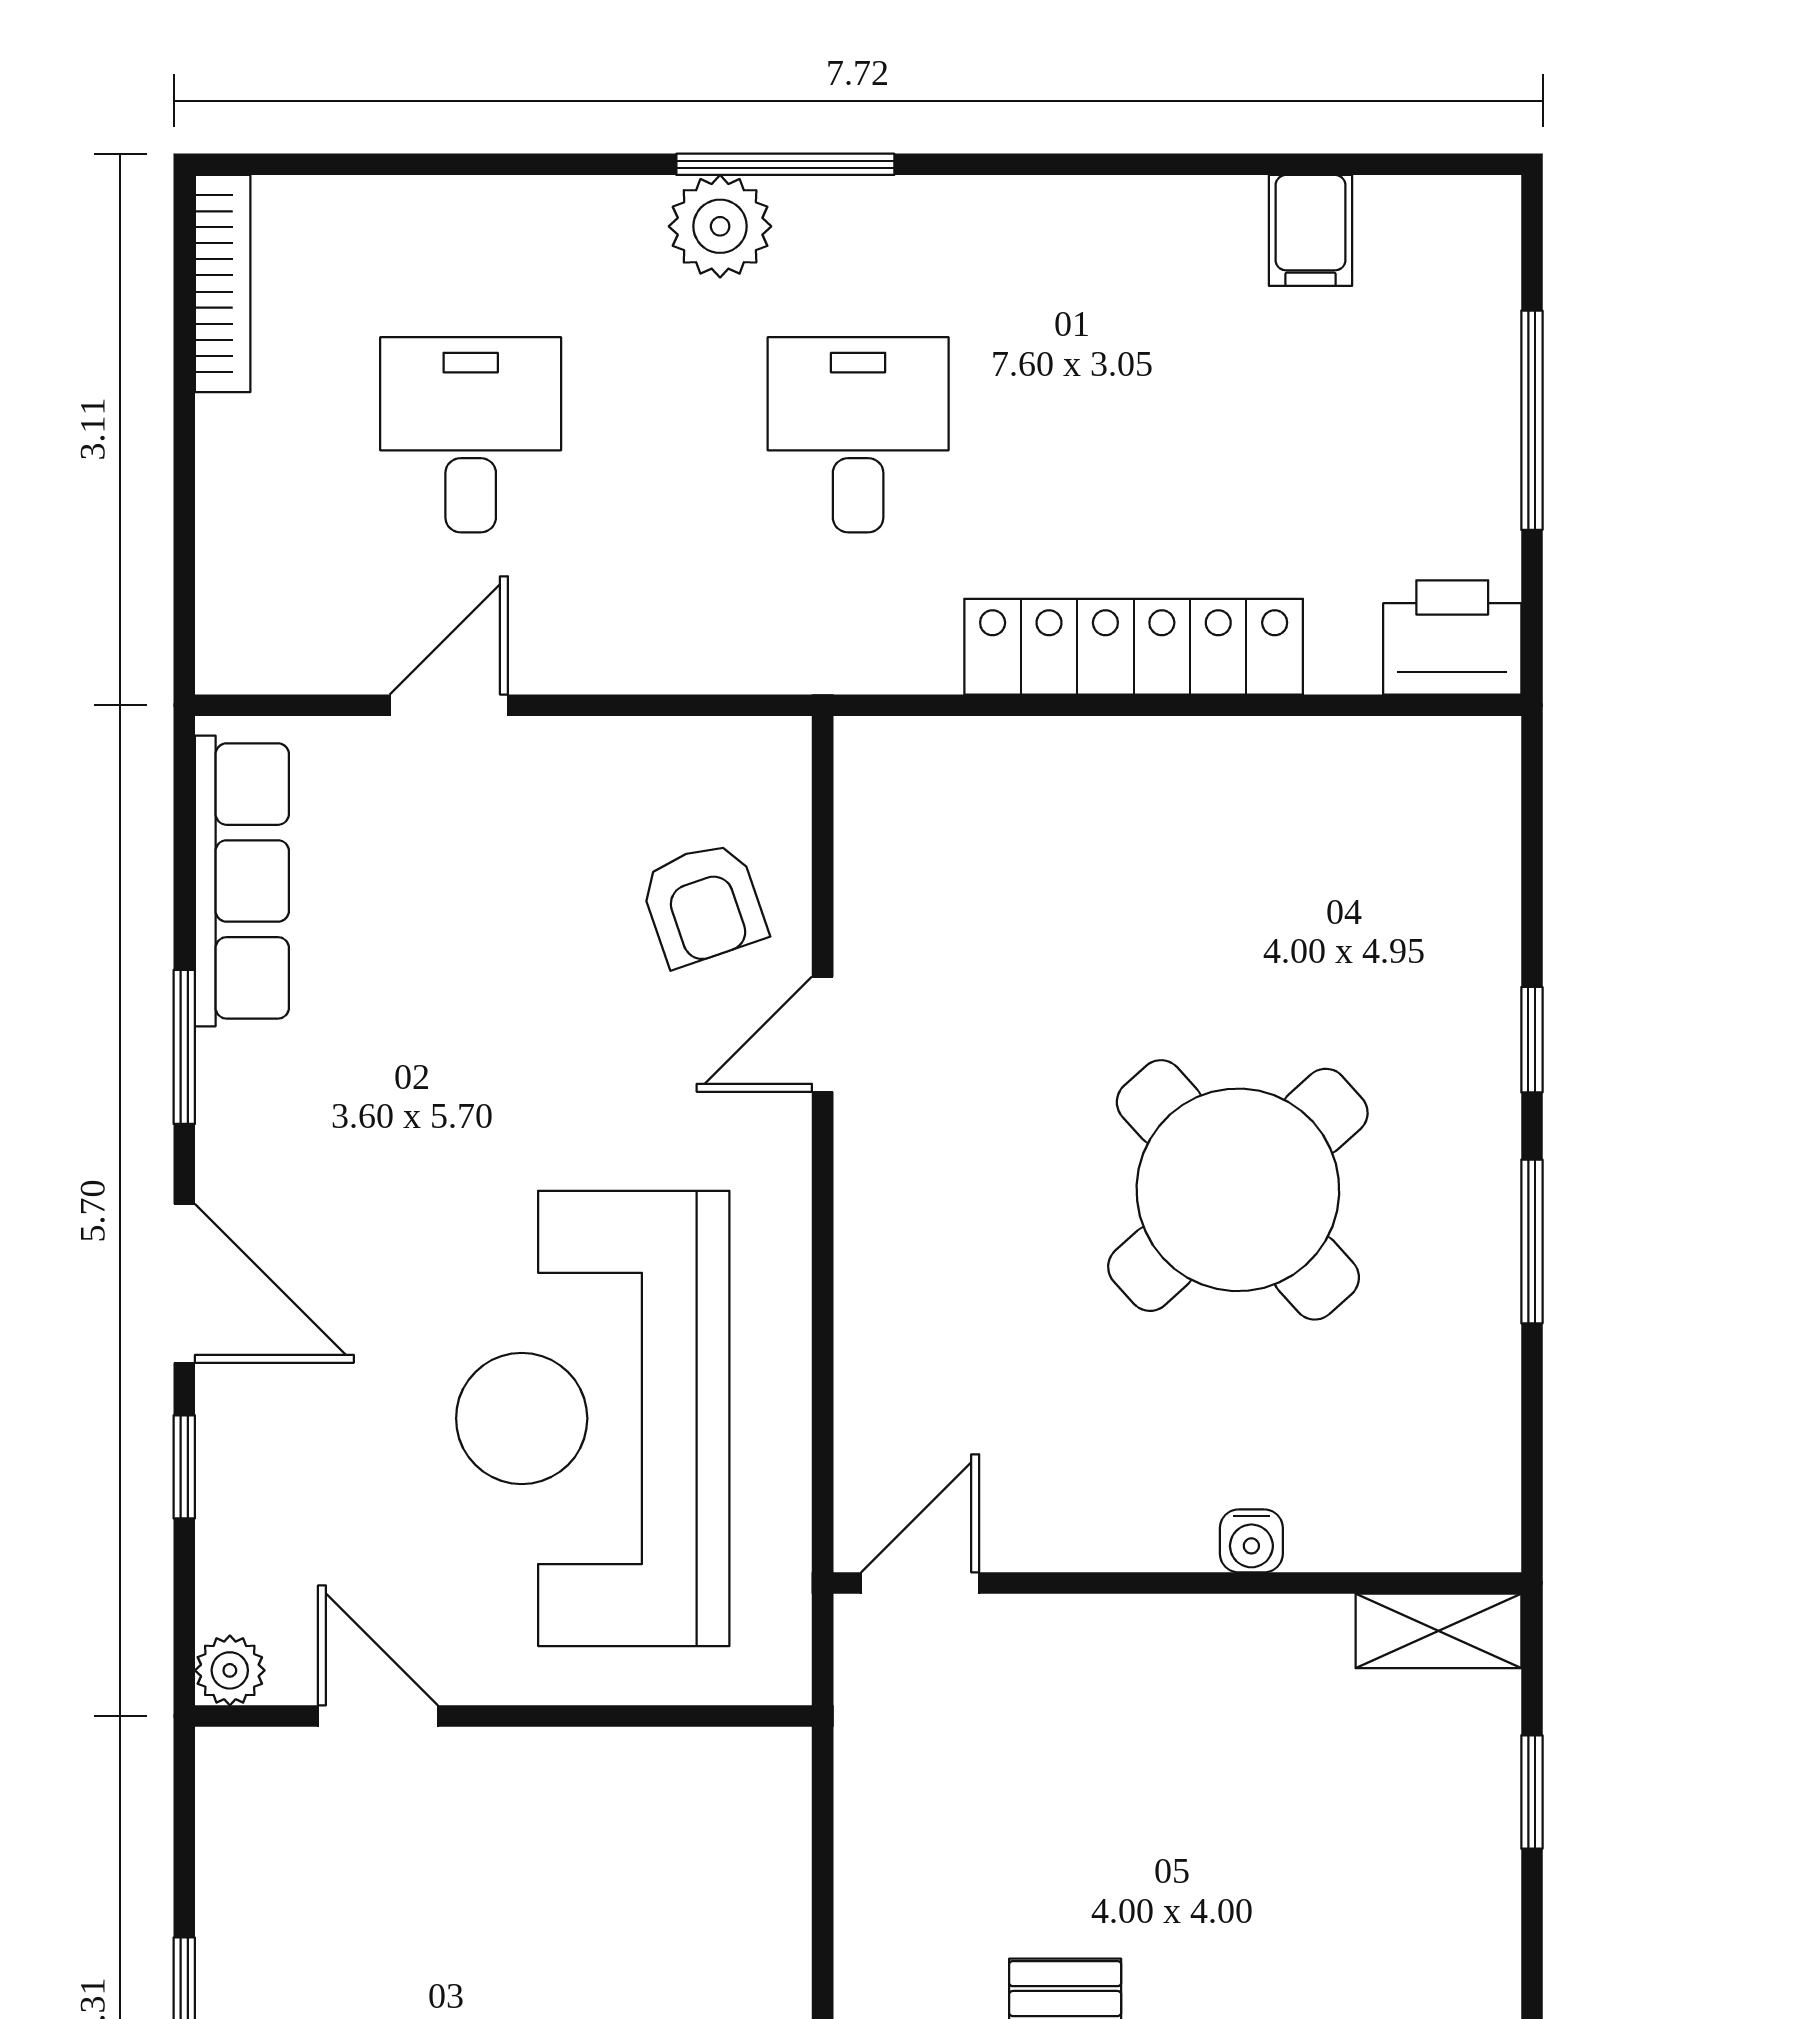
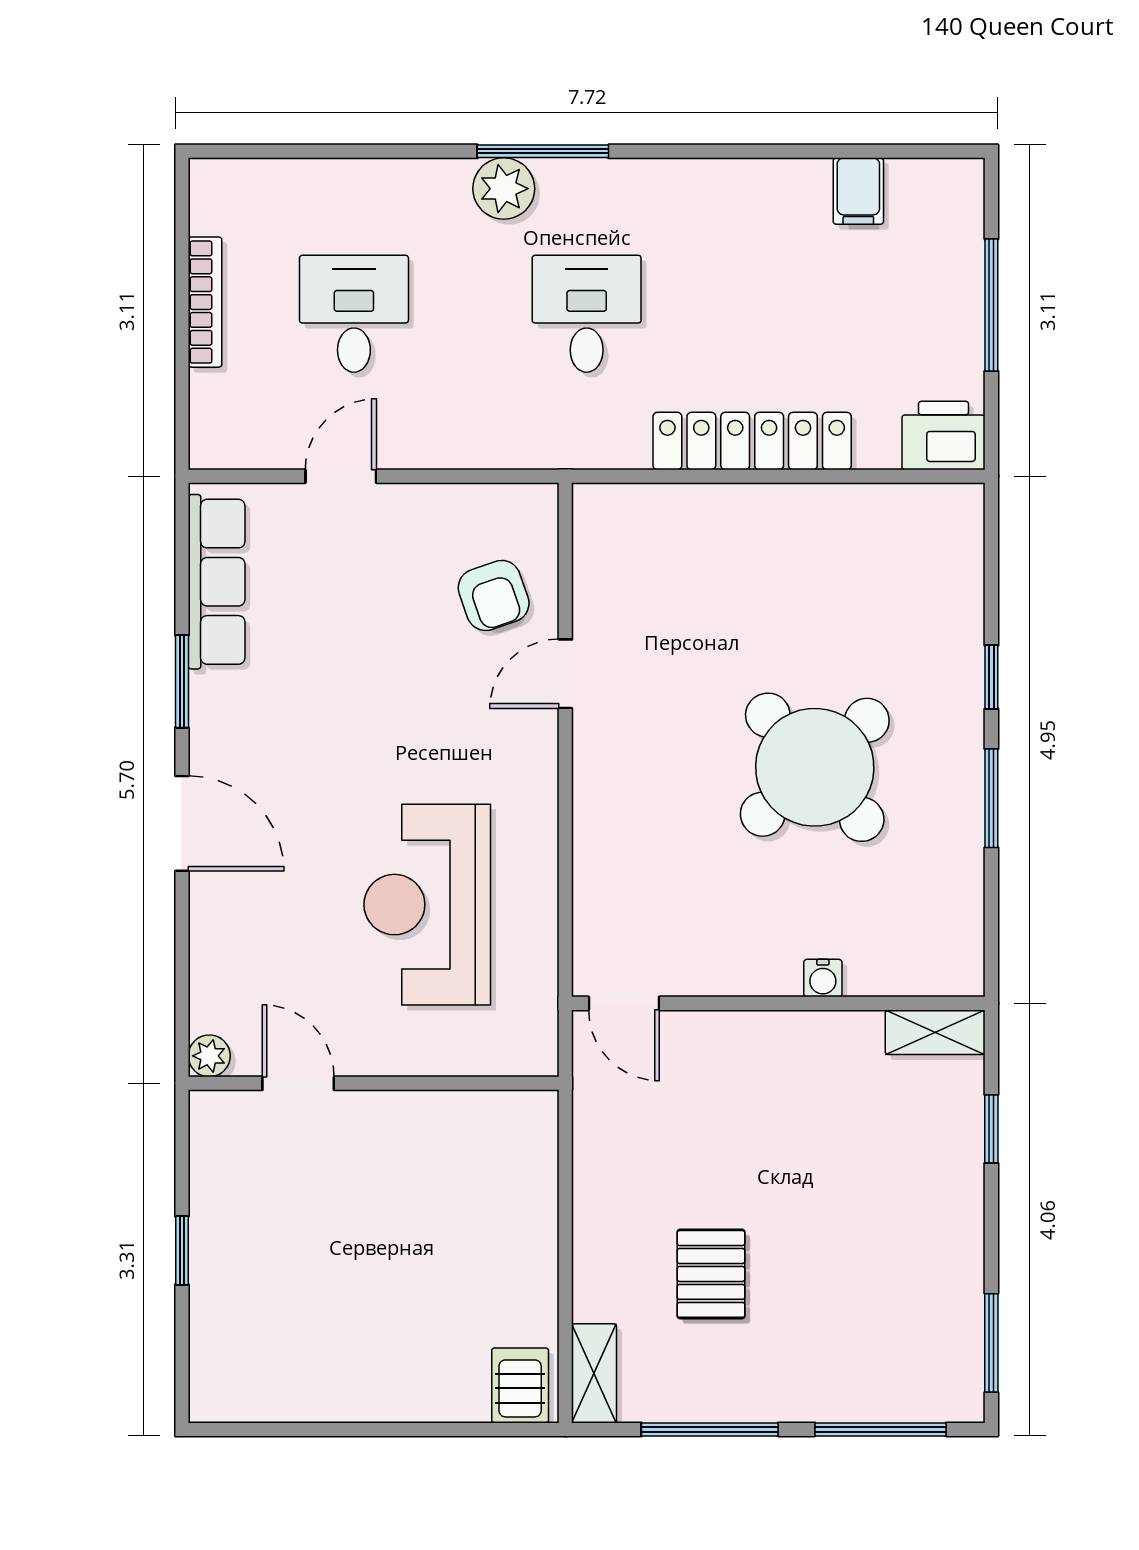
bookcase: (223, 284) -> (205, 302), moved
reception desk: (593, 1418) -> (427, 905), width x0.74, depth x0.77
window: (184, 1467) -> (182, 934), removed
door: (920, 1583) -> (624, 1003), swing flipped

